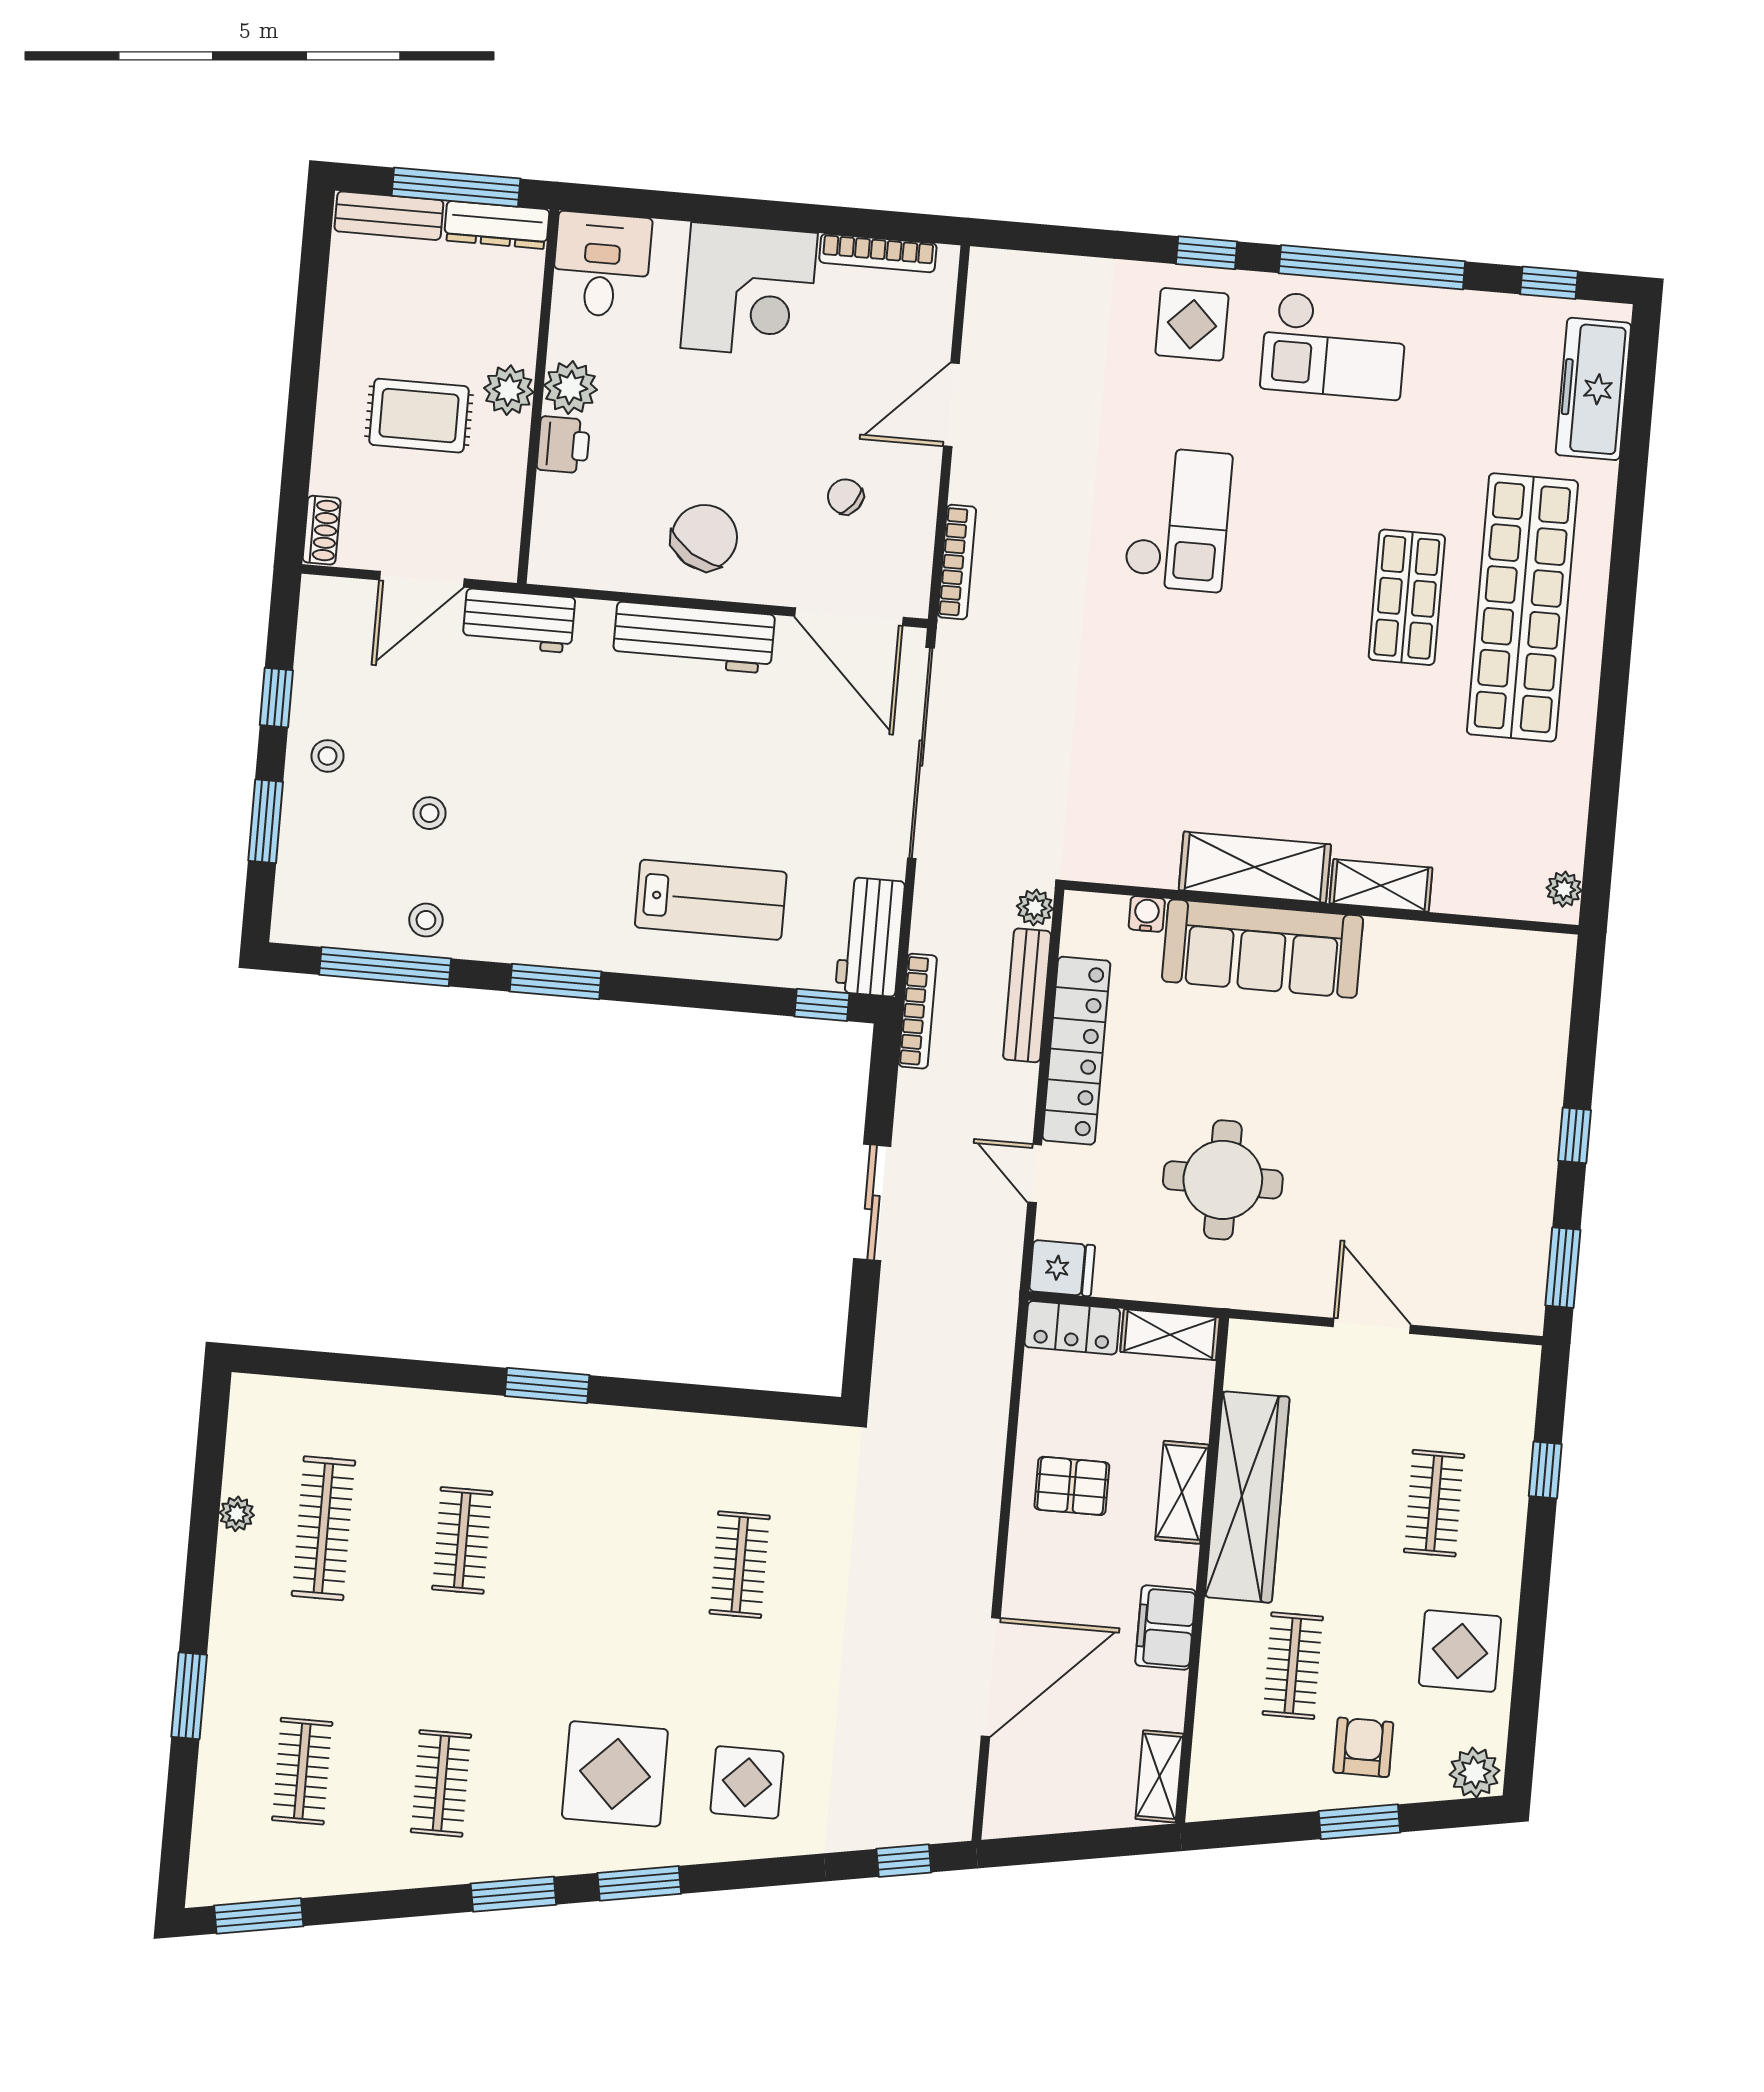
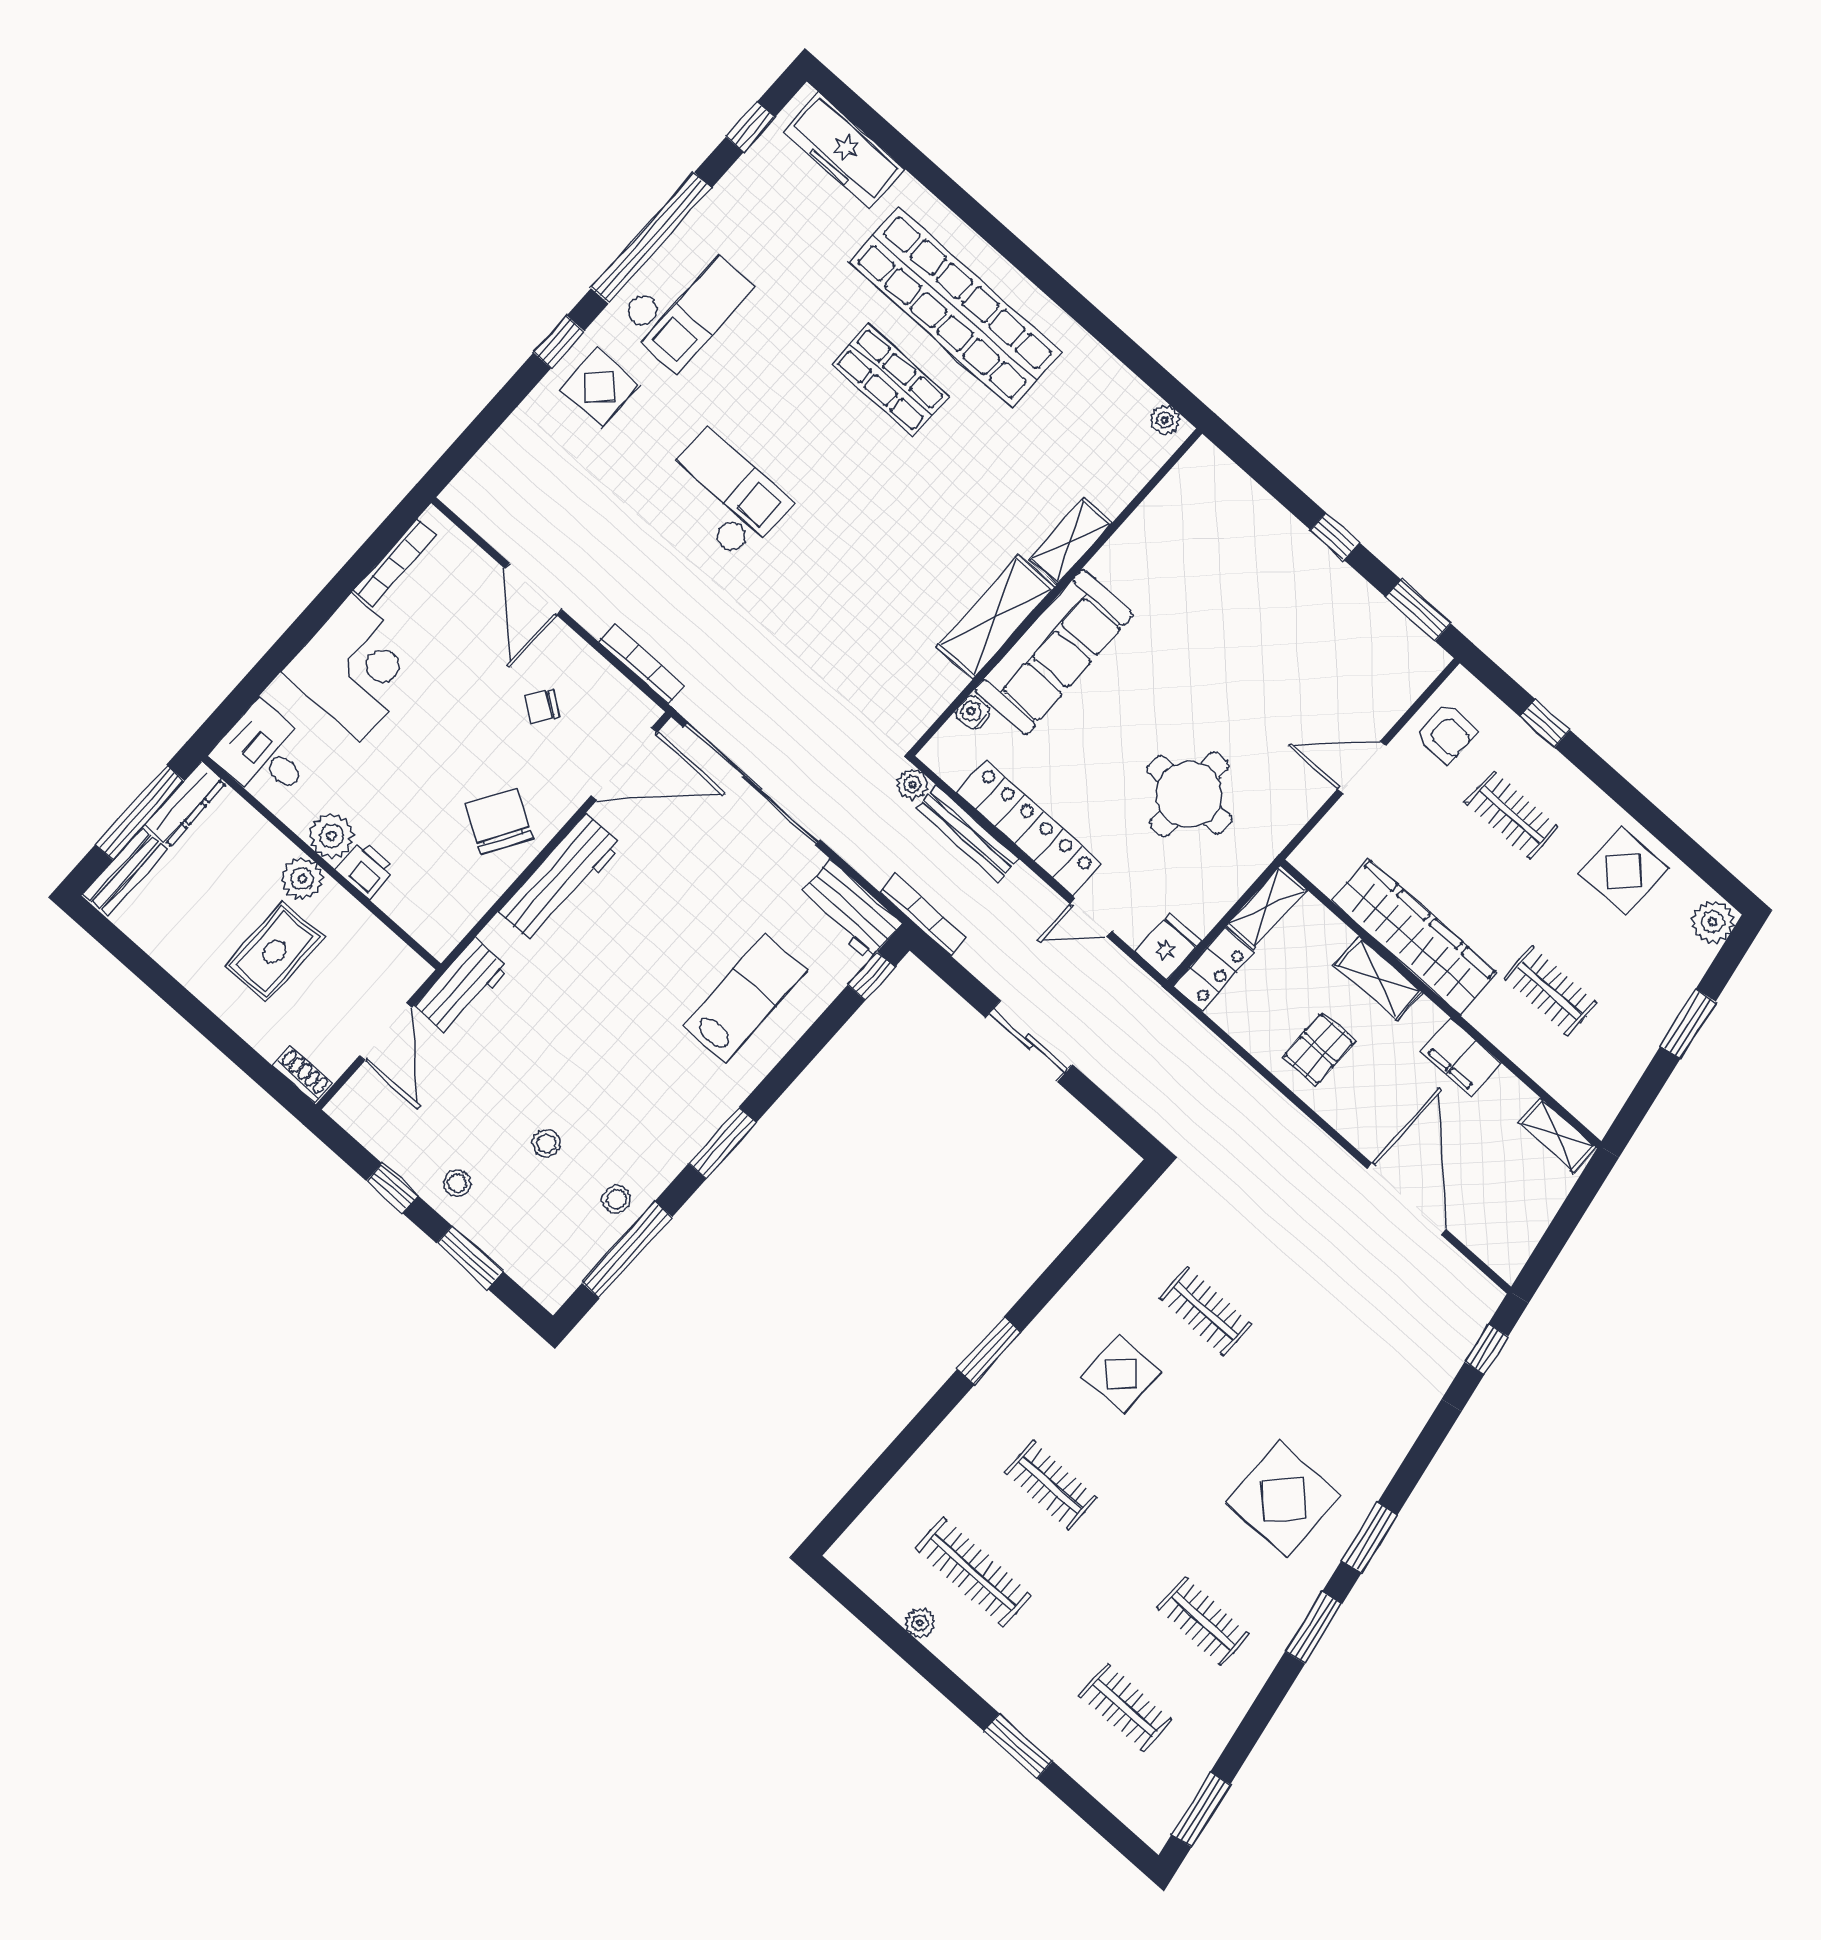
armchair: (1363, 1747) -> (1446, 733), moved, turned 180
display table: (747, 1782) -> (1121, 1374), moved

